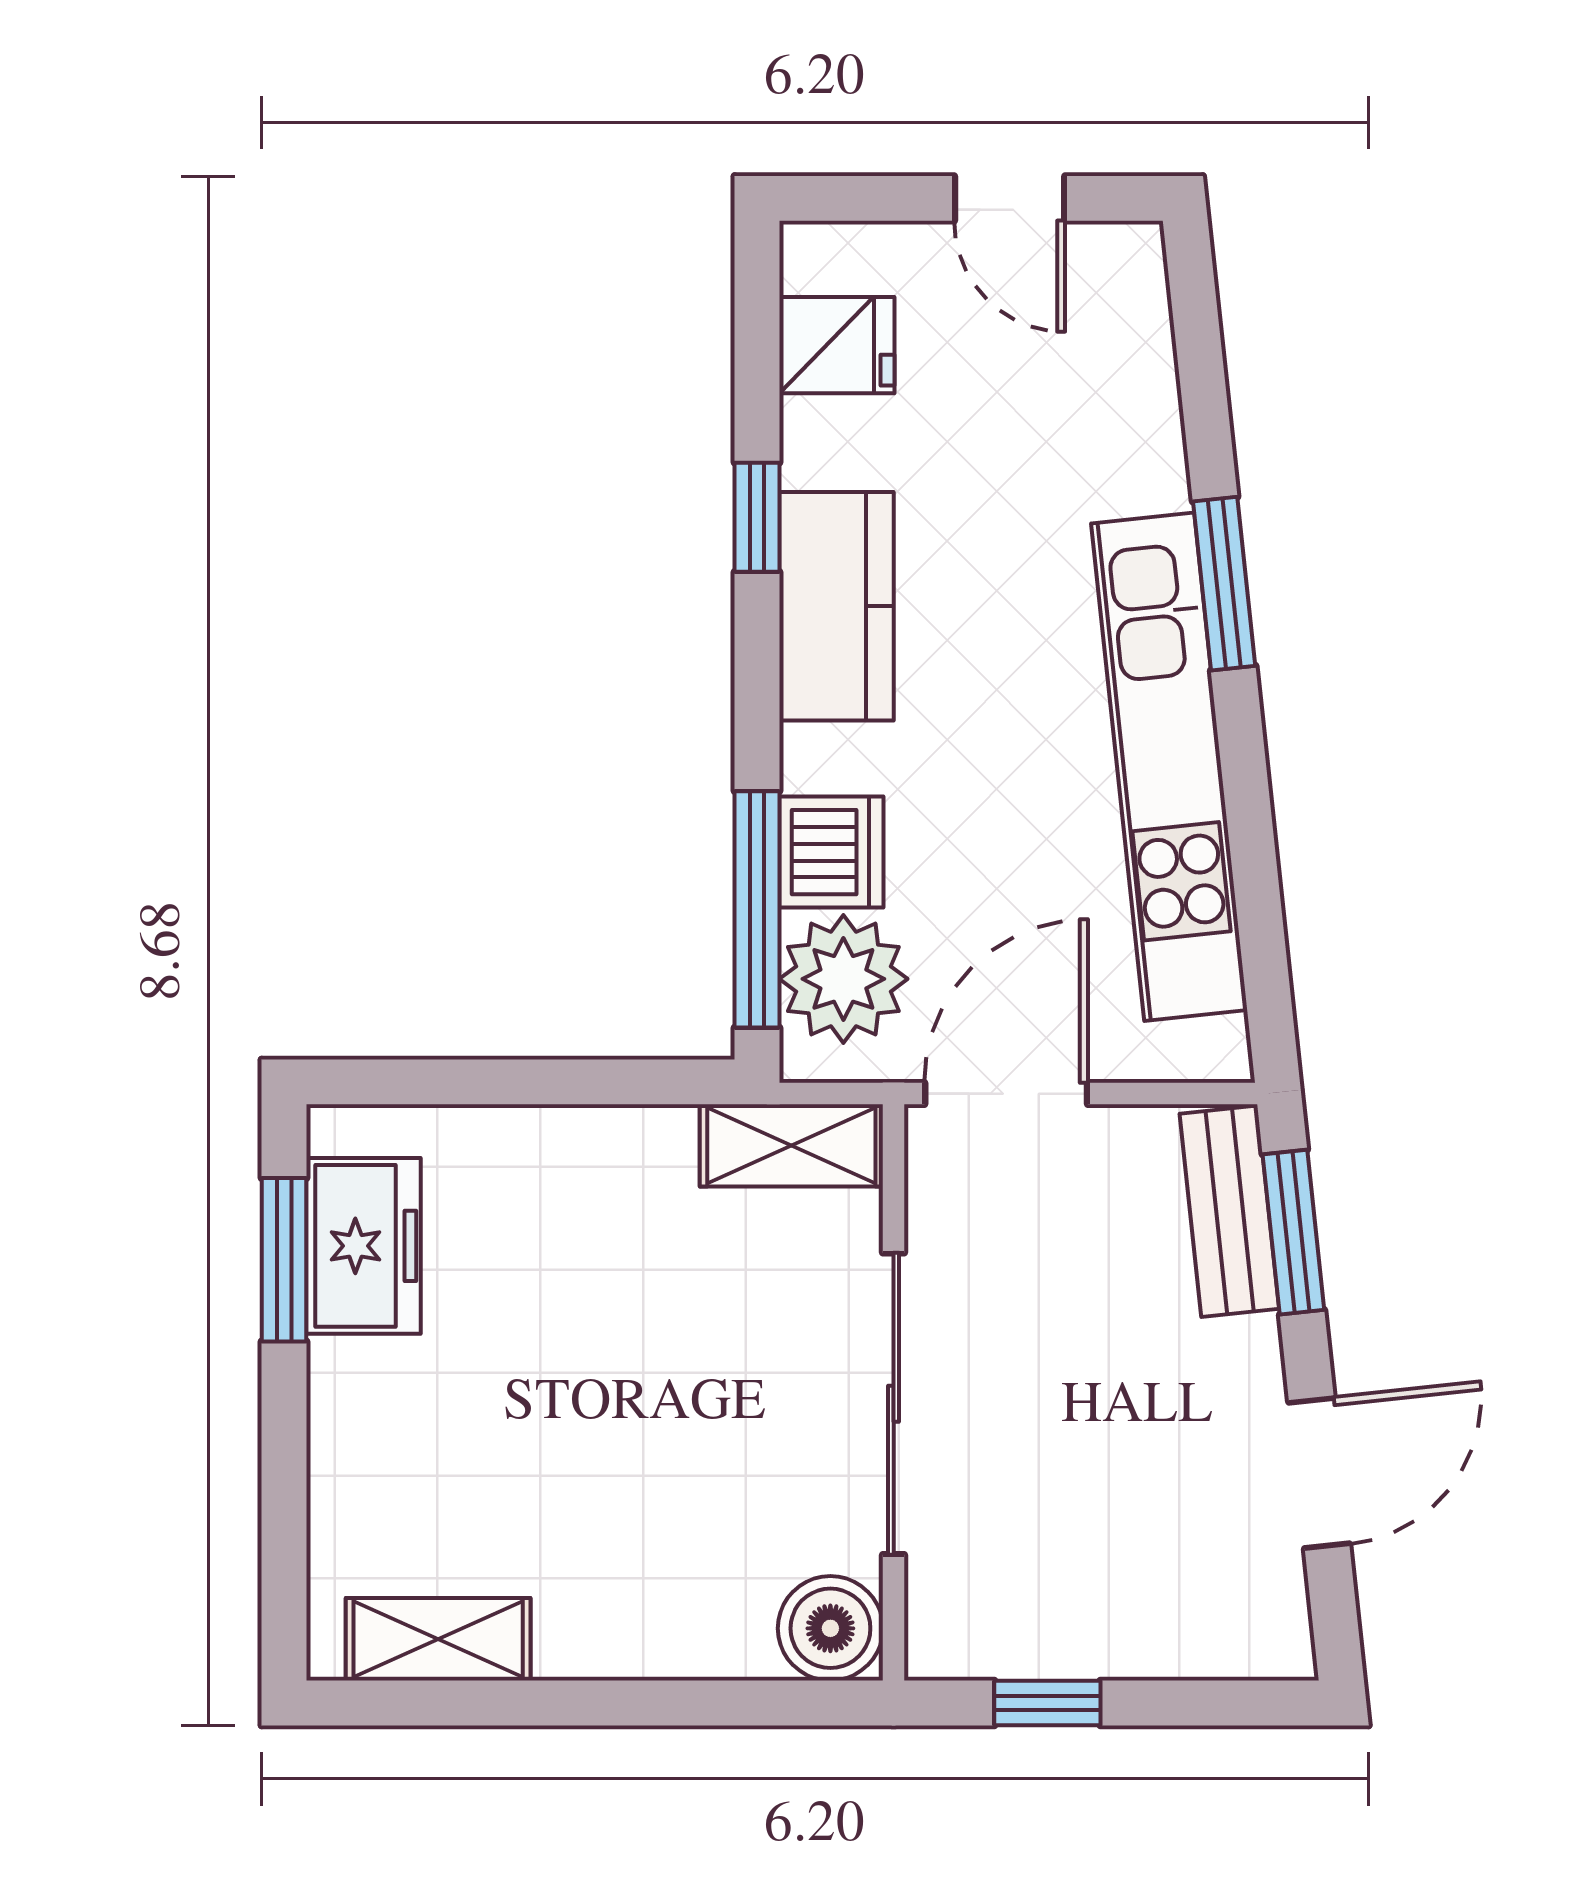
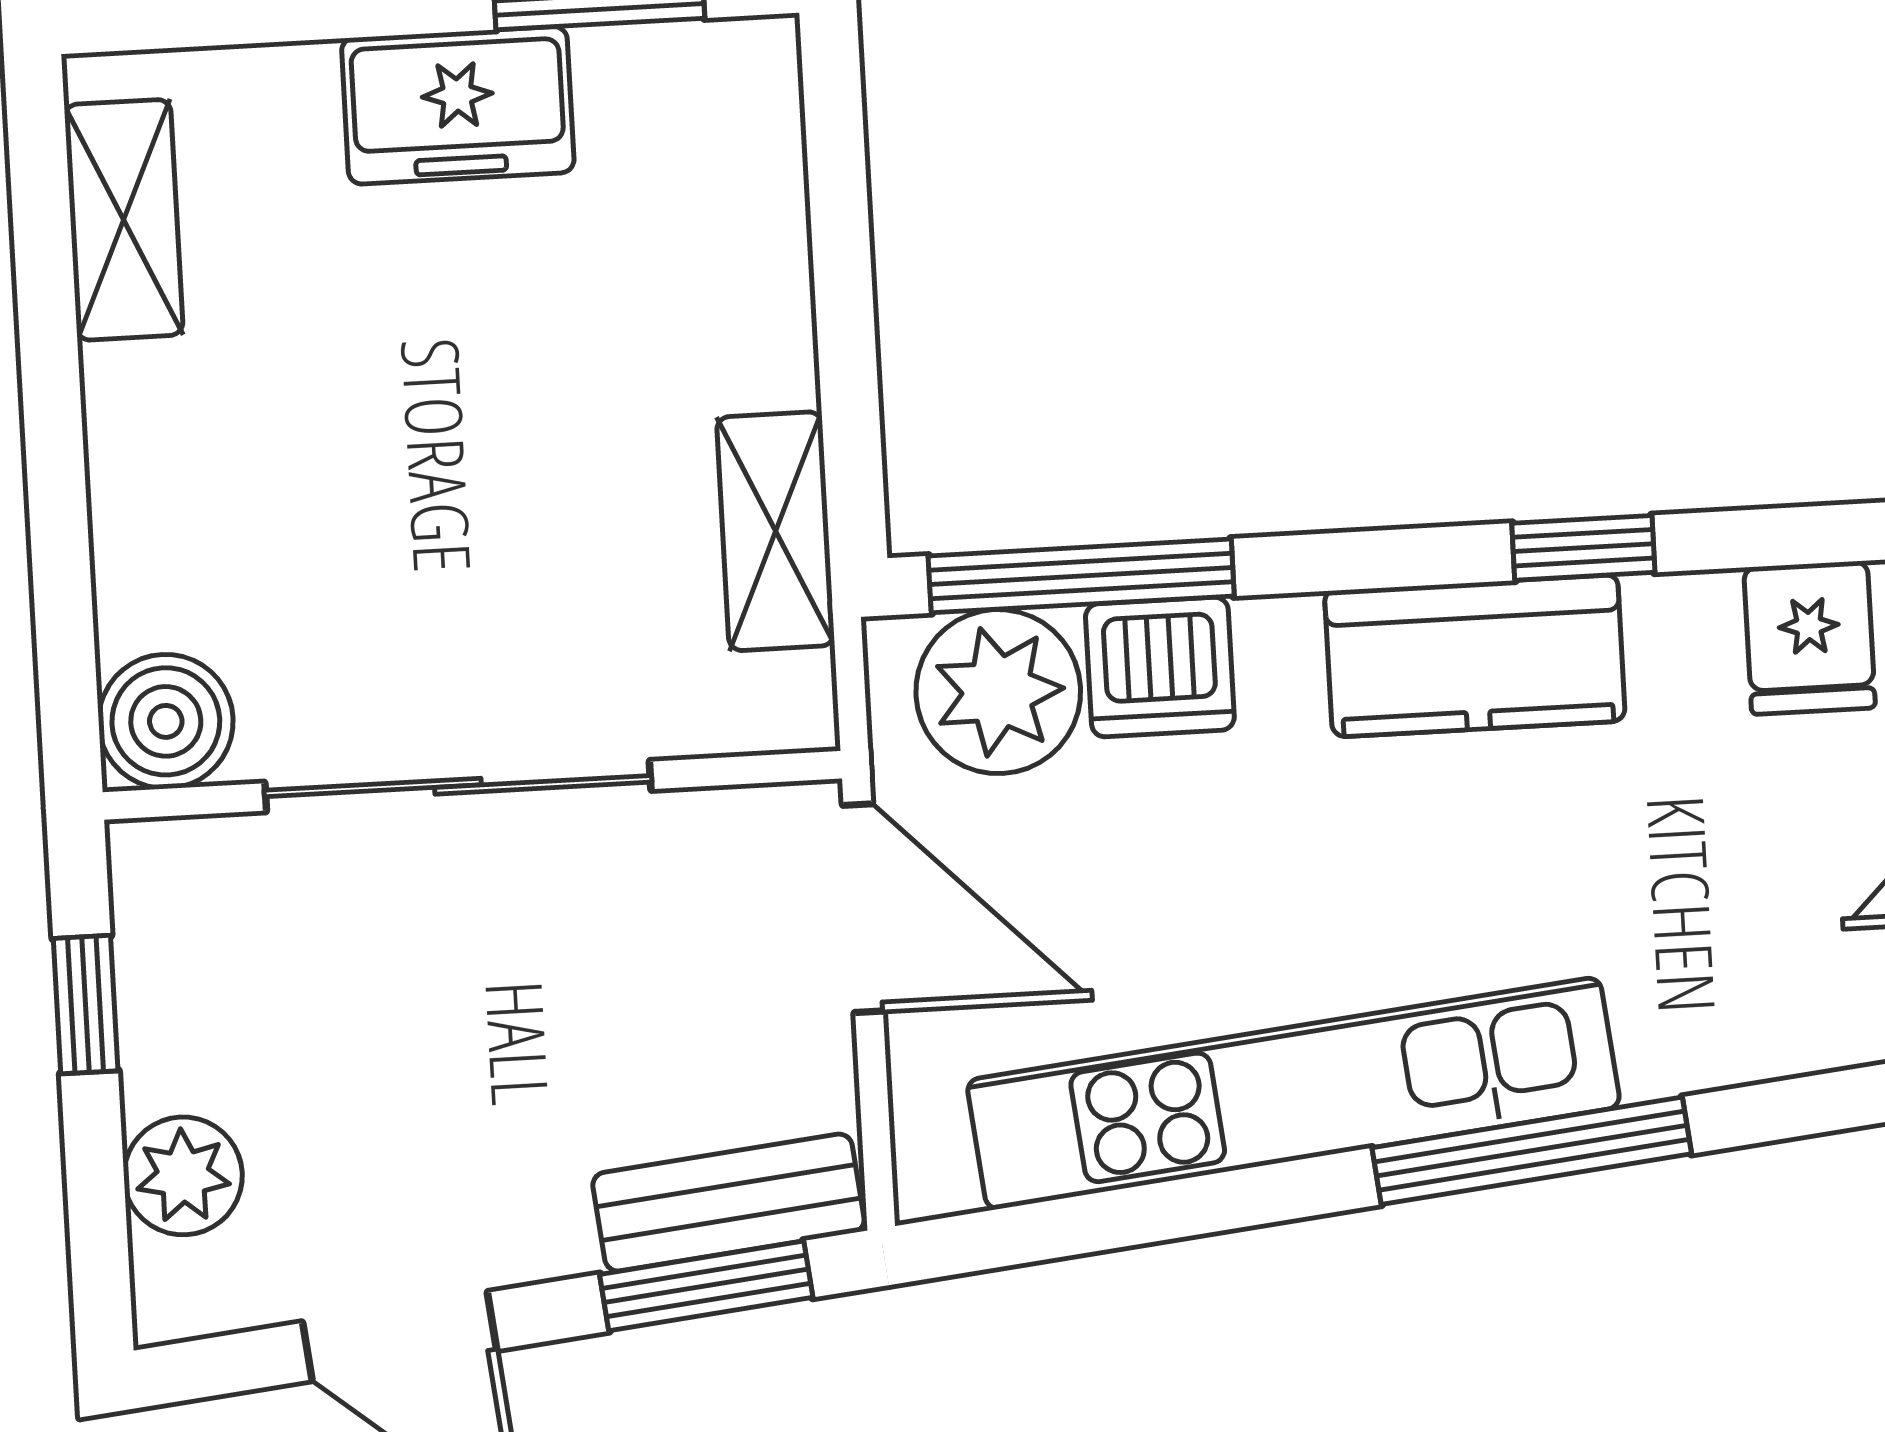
window: (1224, 584) -> (1532, 1151), width x1.44
shelving: (791, 1145) -> (776, 531), moved
freezer: (364, 1246) -> (458, 105), moved
plant: (1185, 1635) -> (183, 1176), added

